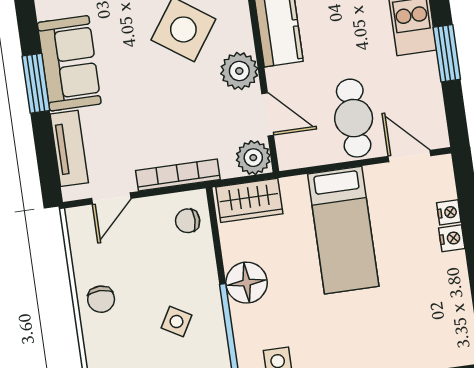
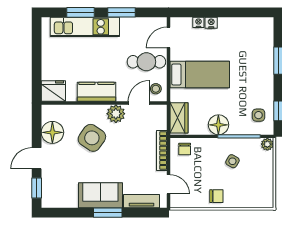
stool: (302, 145) -> (156, 89), added
plant: (253, 158) -> (159, 113), removed

